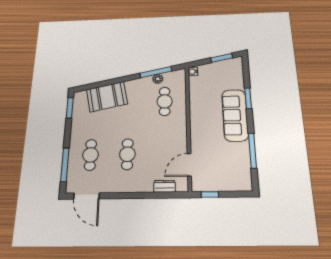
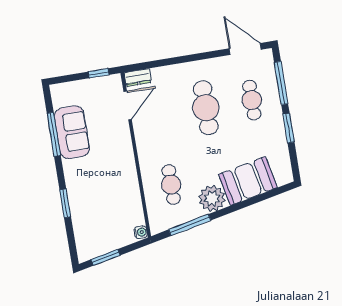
plant: (158, 79) -> (212, 198), moved, width x1.88, depth x1.88
window: (70, 108) -> (289, 128), moved
sofa: (235, 115) -> (72, 132), moved, width x0.73
cafe table: (127, 154) -> (206, 108), width x1.37, depth x1.35
dresser: (164, 186) -> (138, 78), moved

